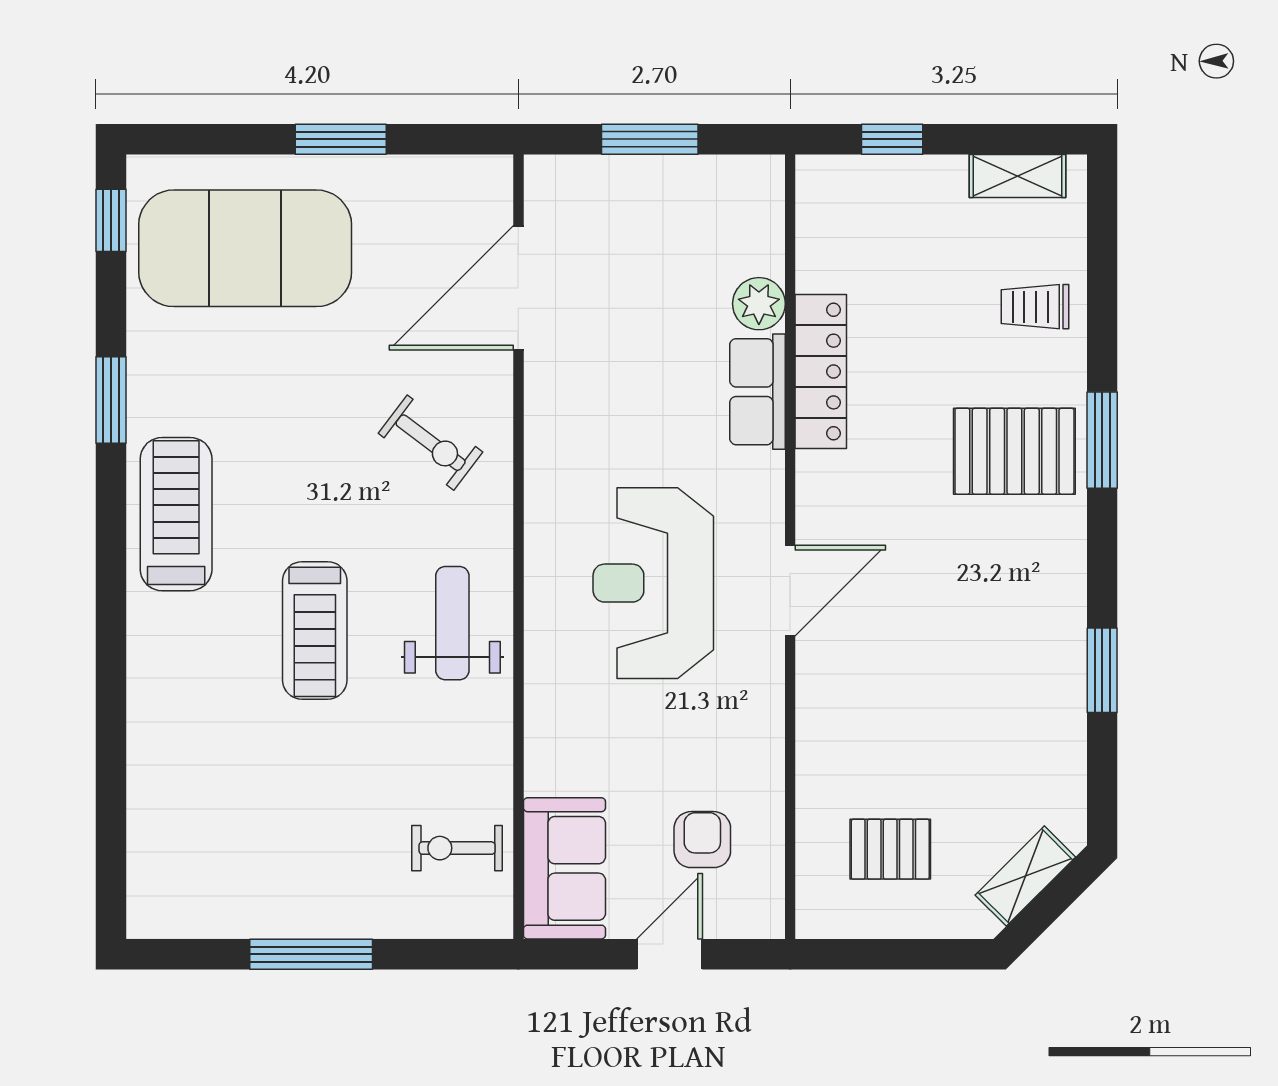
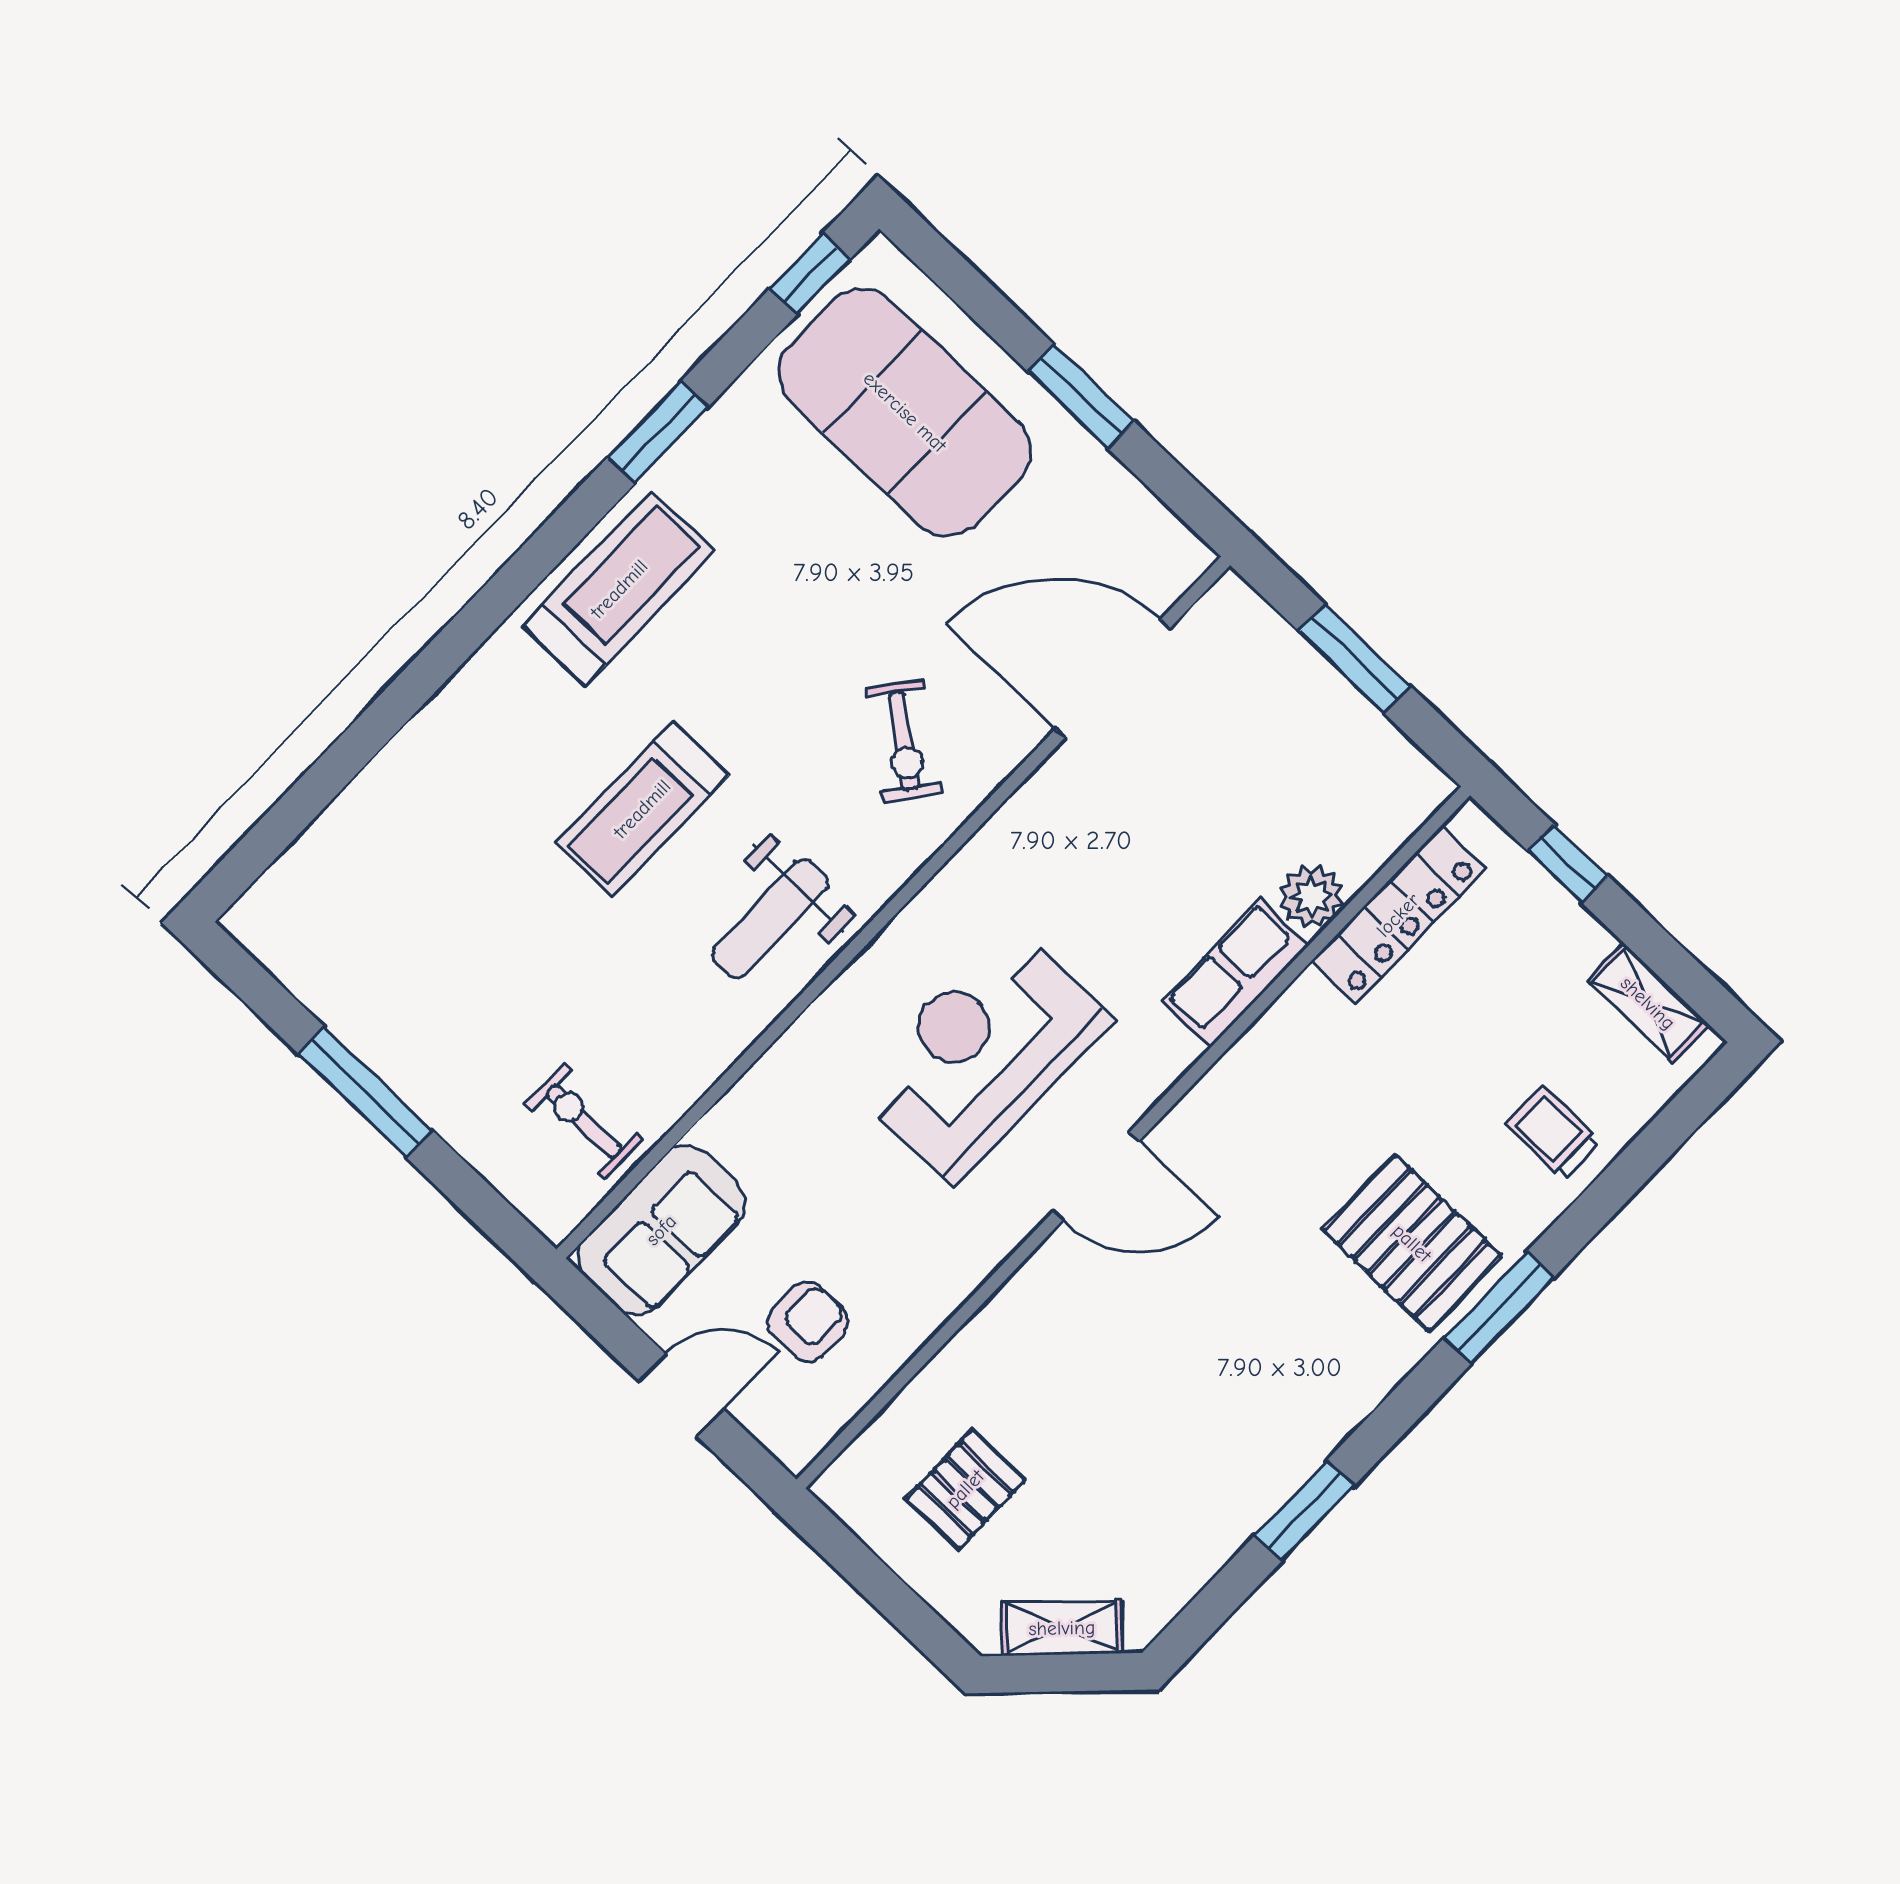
locker: (821, 372) -> (1398, 915), moved
weight bench: (452, 623) -> (770, 919), turned 180
pallet: (890, 849) -> (965, 1489), turned 90

